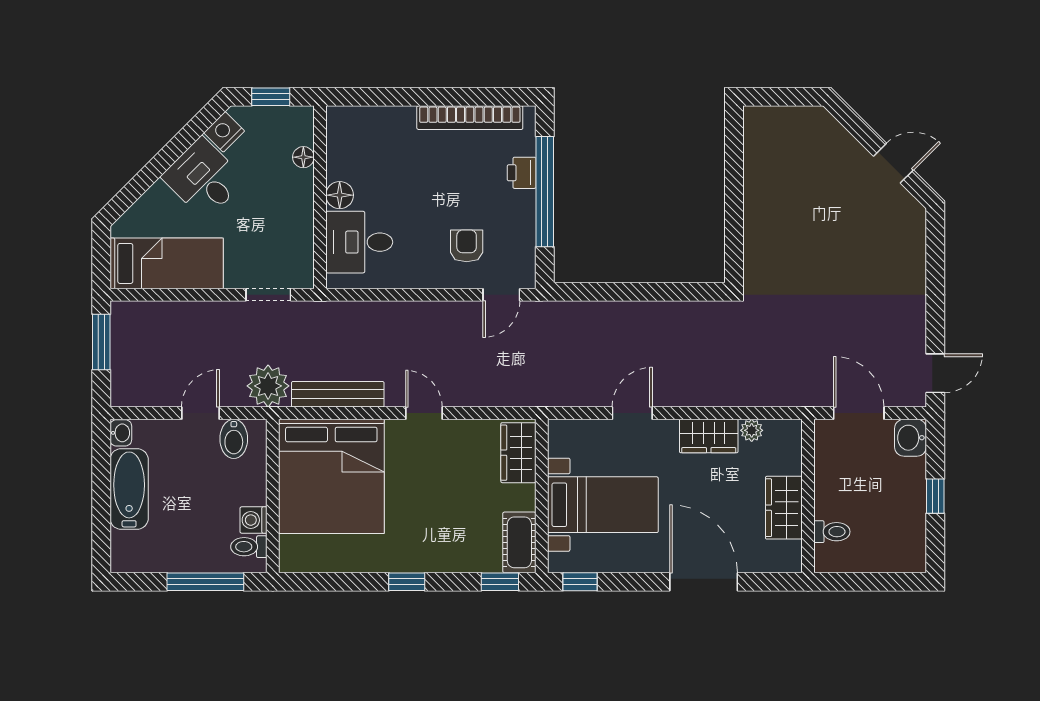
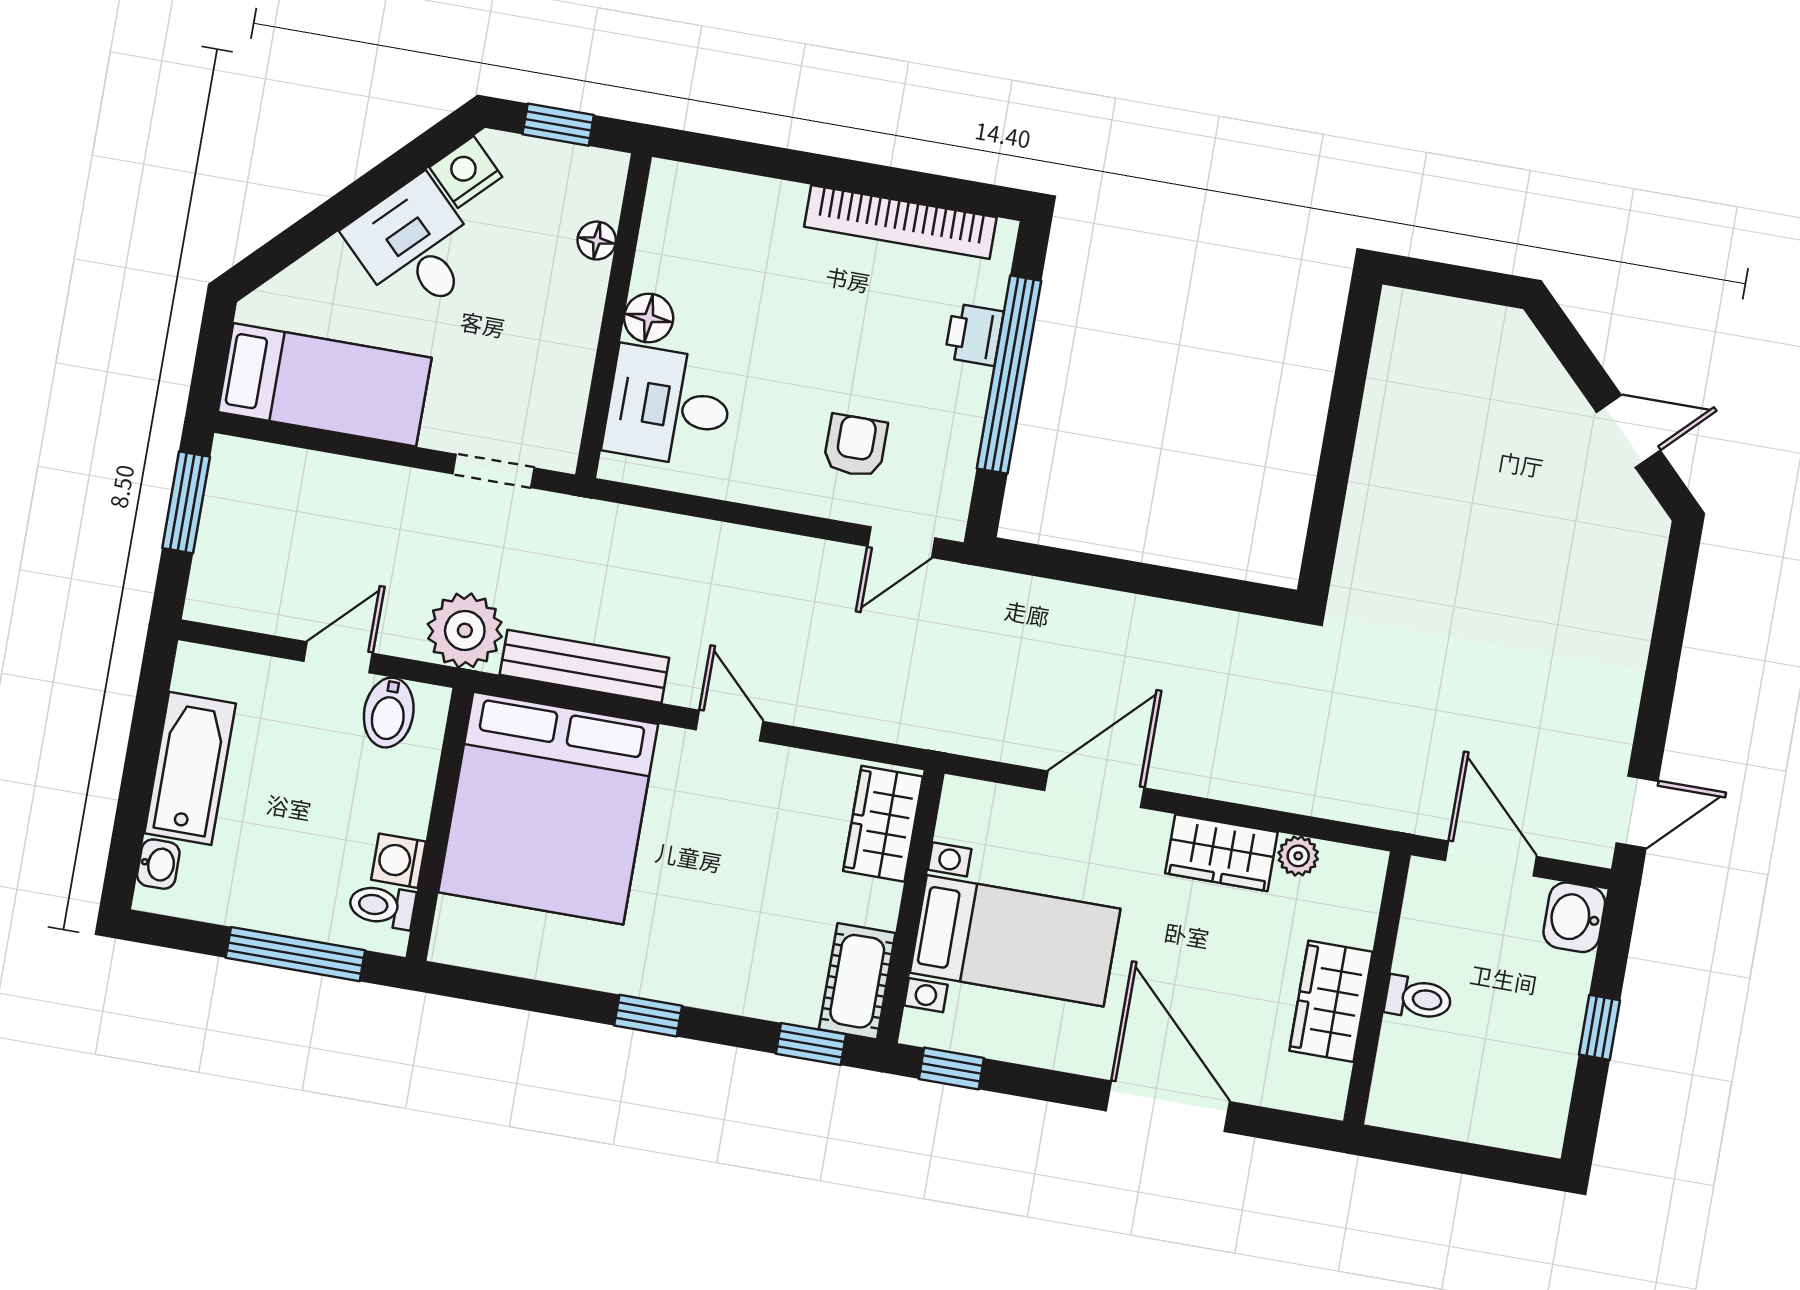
door: (632, 413) -> (1094, 789), width x1.38
washbasin: (121, 433) -> (158, 864), moved
toilet: (832, 532) -> (1418, 998), moved

